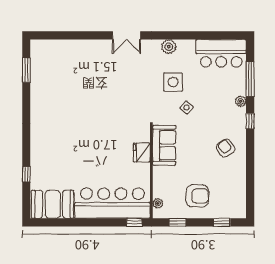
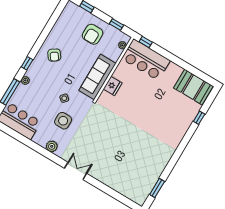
sofa: (164, 145) -> (97, 77), width x1.36
armchair: (197, 196) -> (93, 34), turned -90
bar counter: (112, 203) -> (146, 60), width x0.73

